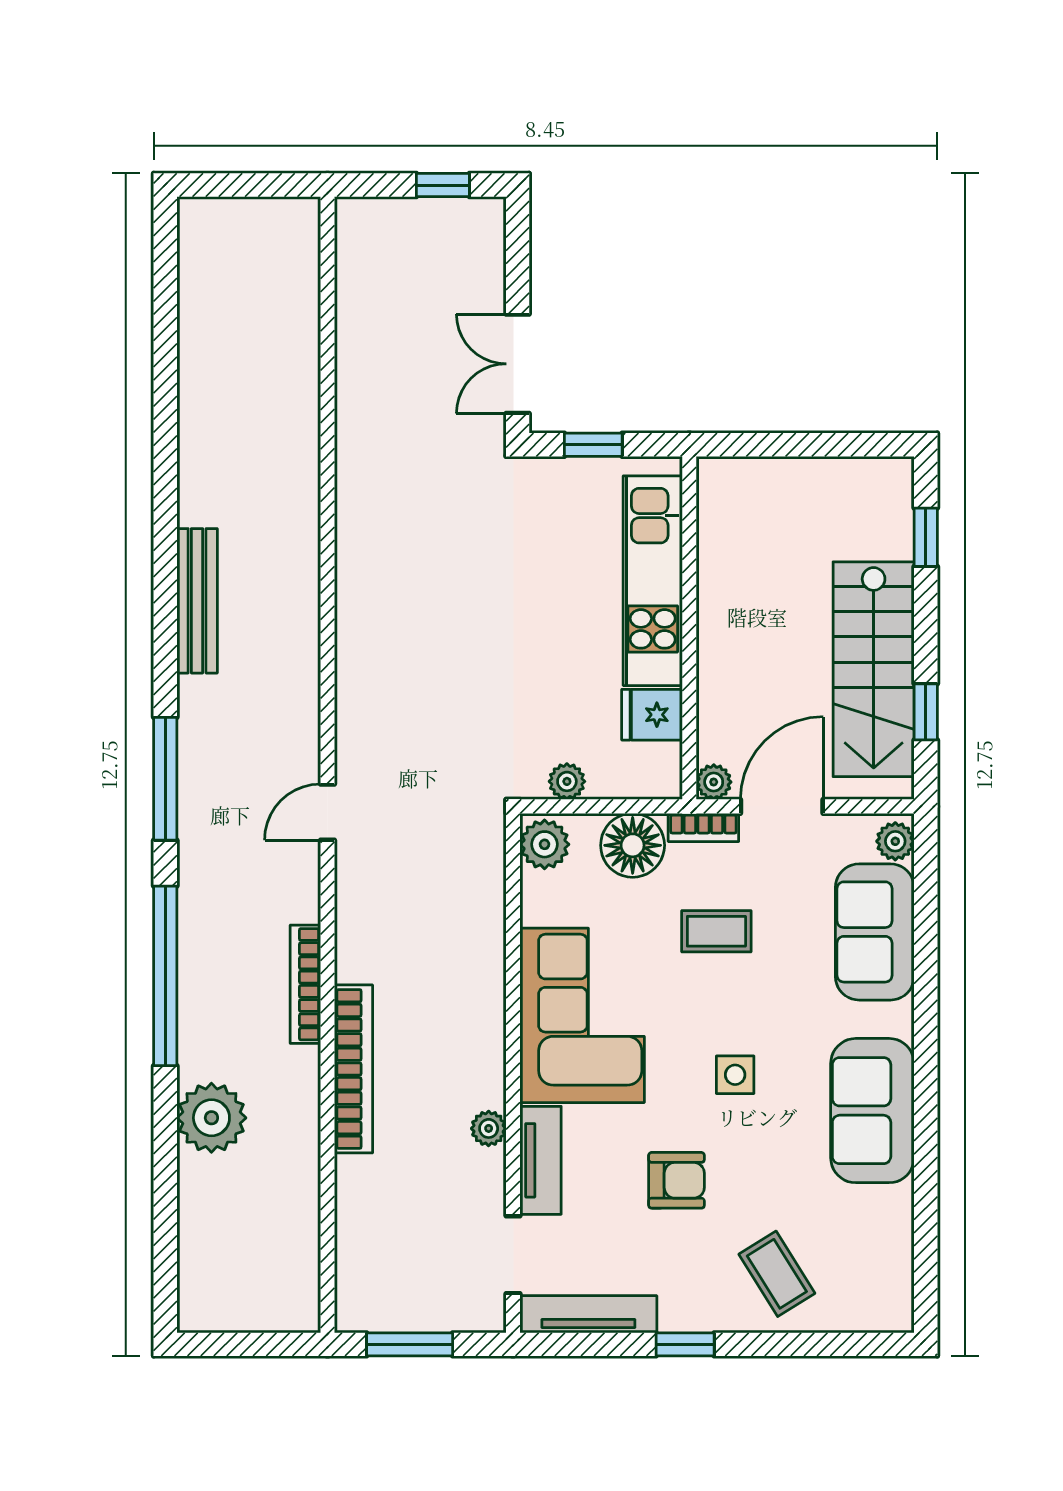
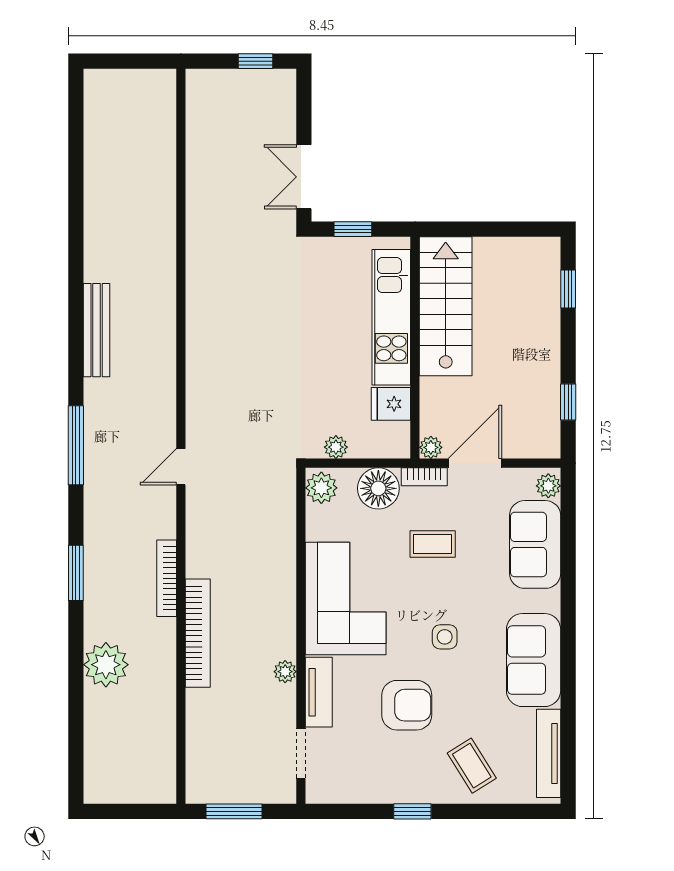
stairs: (874, 669) -> (446, 306), moved, turned 180
window: (165, 976) -> (76, 573), width x0.47
armchair: (677, 1180) -> (407, 705), width x1.38, depth x1.38
tv unit: (588, 1314) -> (549, 753), moved, turned -90

